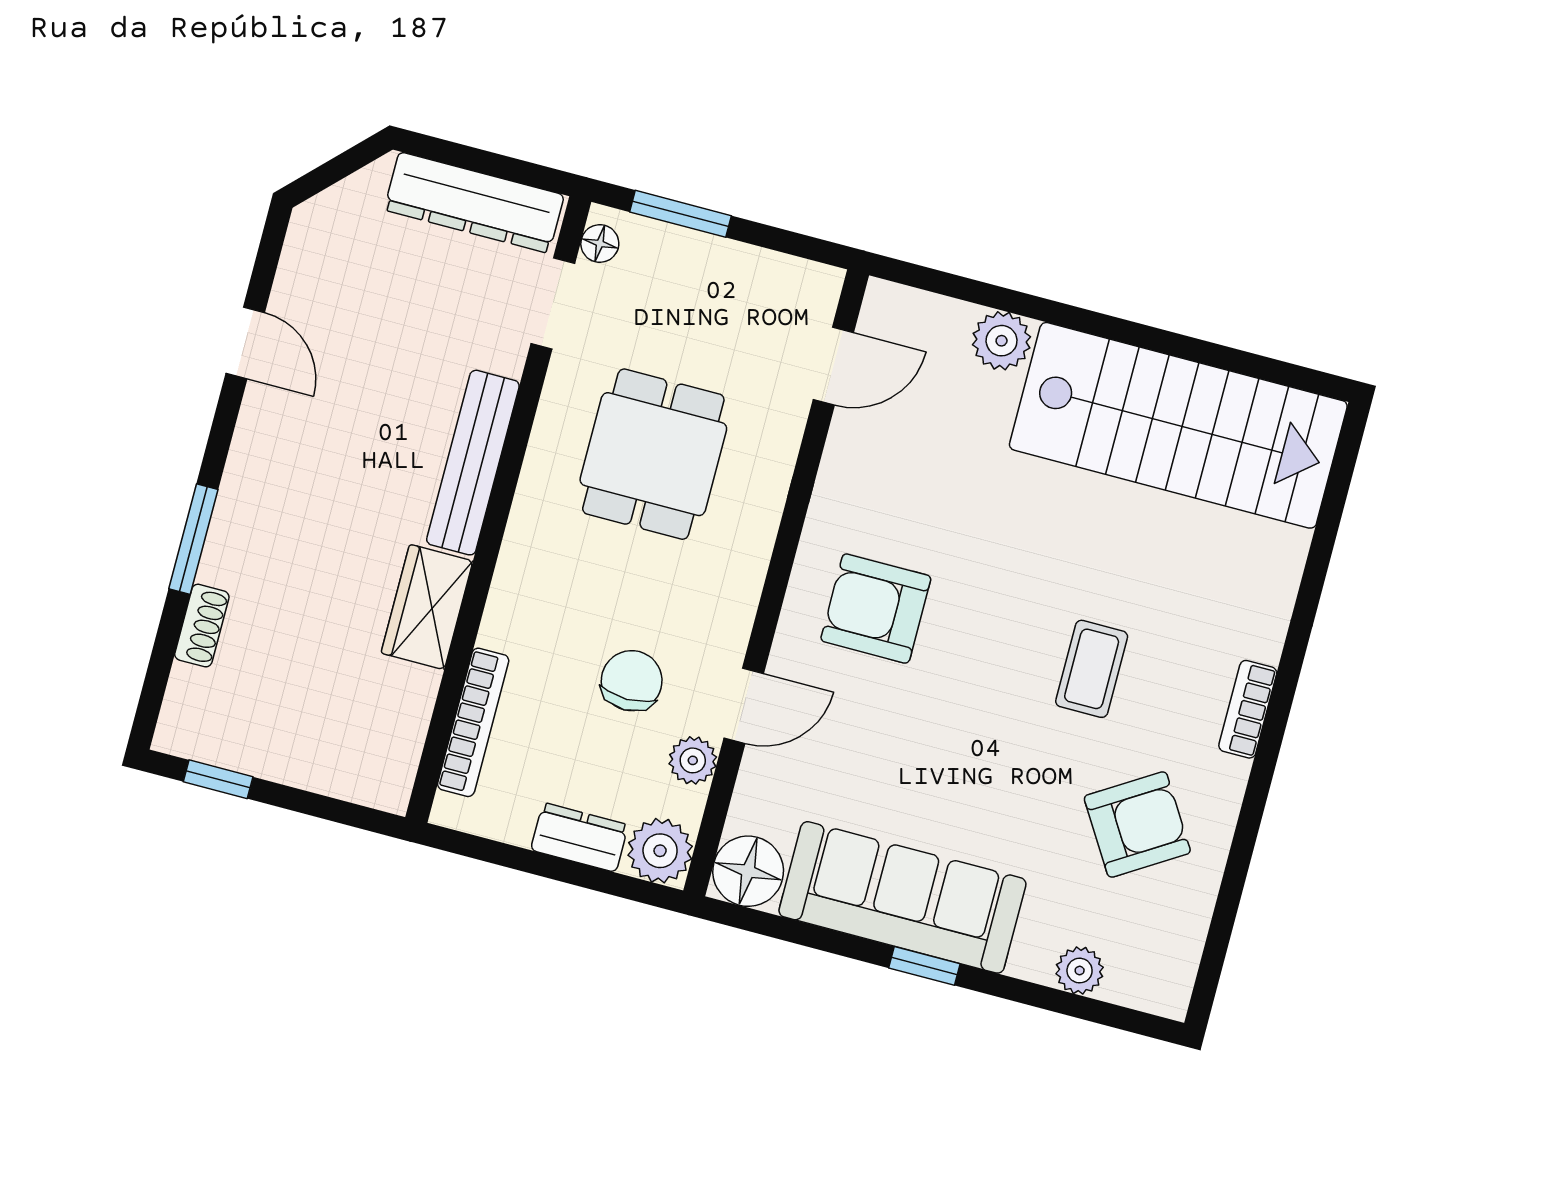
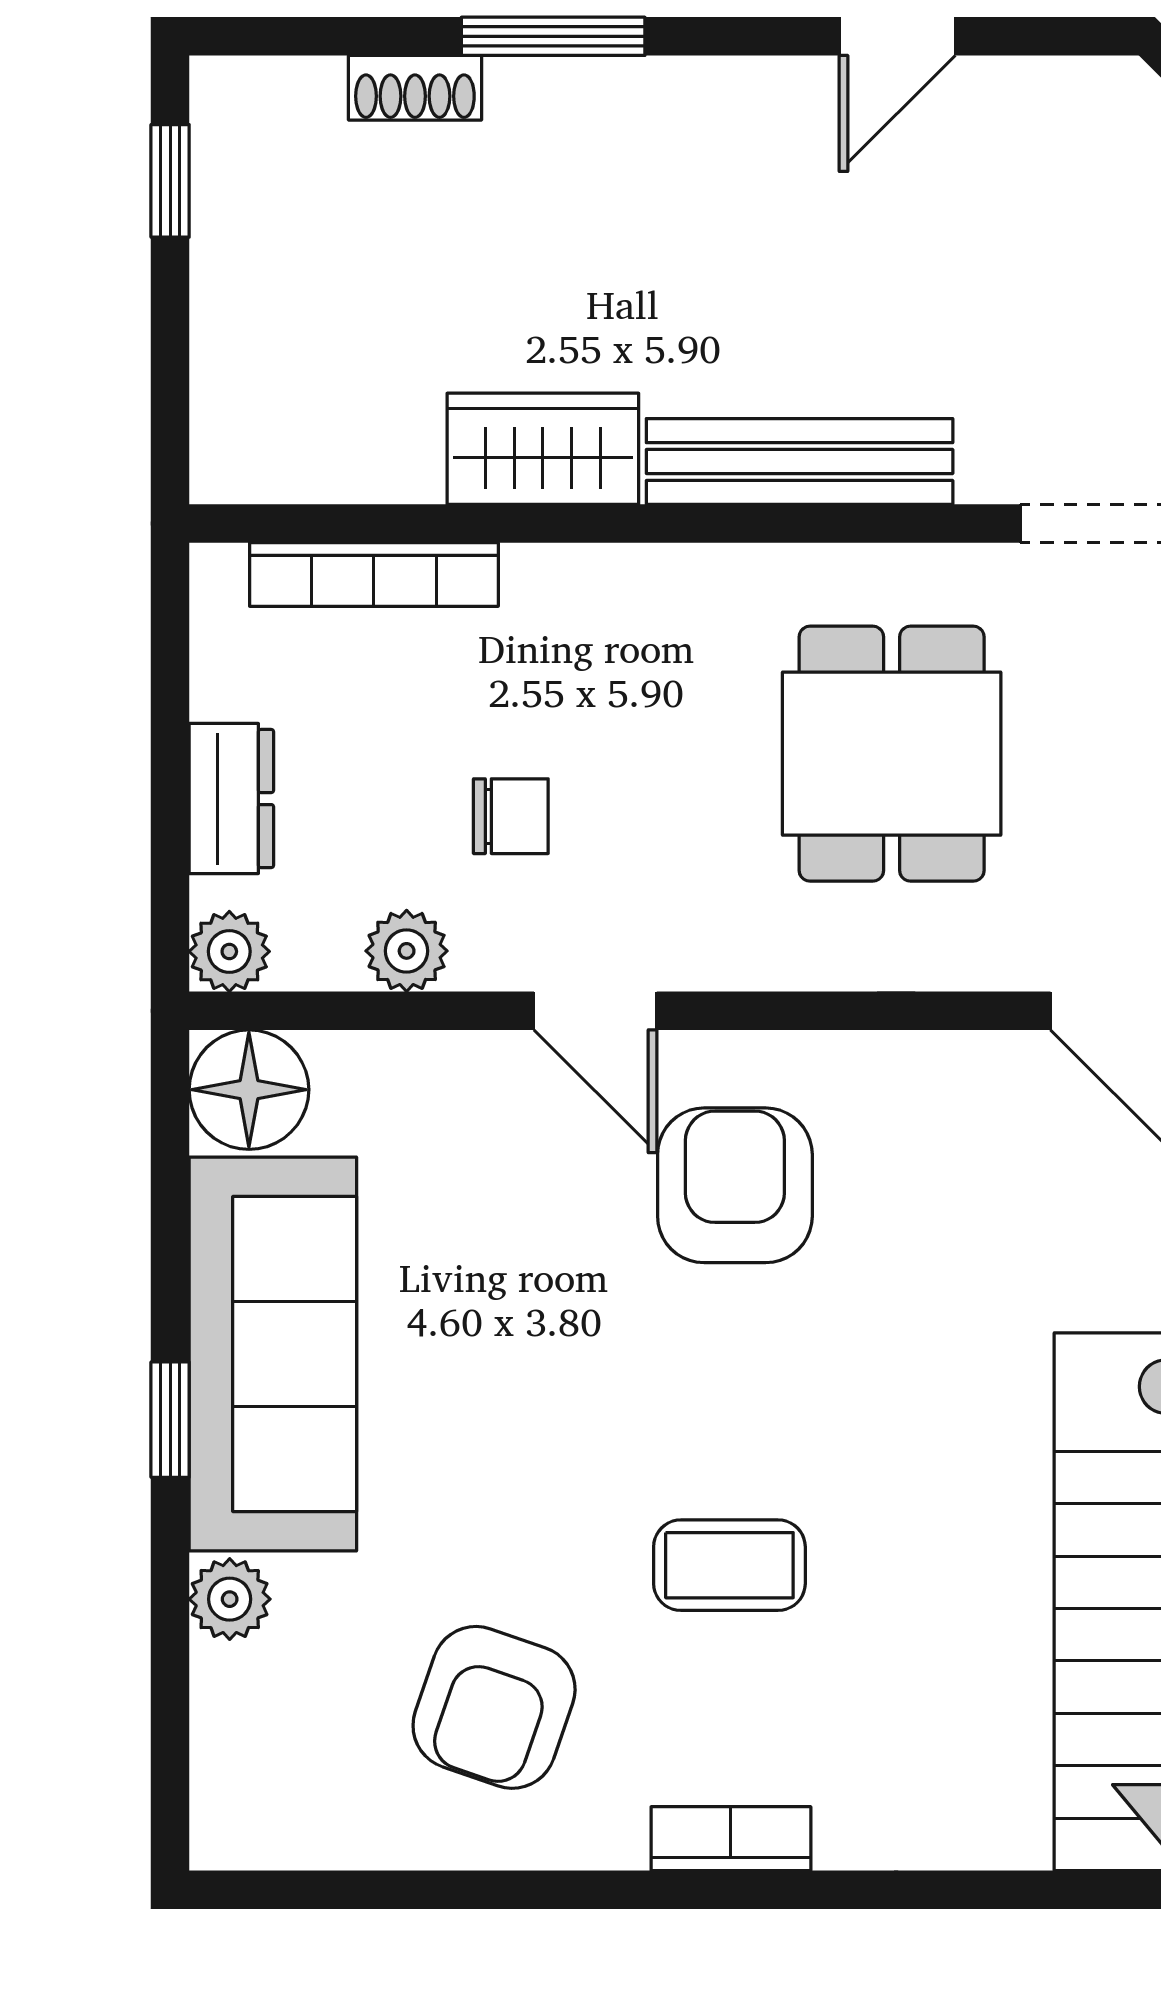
dining table: (653, 454) -> (892, 754), turned 90
chair: (632, 681) -> (511, 816), width x0.73, depth x0.73
door: (744, 706) -> (595, 1011), moved
armchair: (1137, 824) -> (494, 1707), turned 51
plant: (660, 851) -> (229, 951), width x0.73, depth x0.73
plant: (1080, 971) -> (230, 1599), moved

